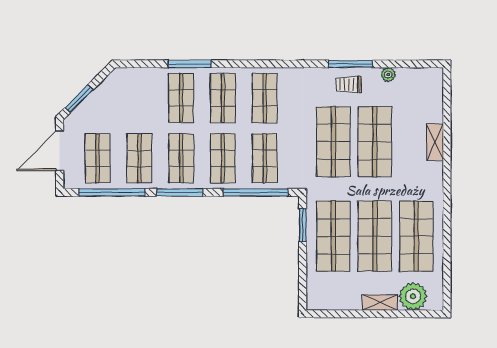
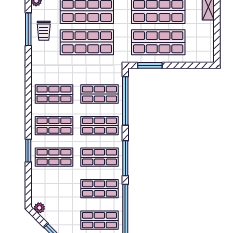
window: (190, 64) -> (28, 151), width x0.69
plant: (114, 79) -> (39, 208), added

